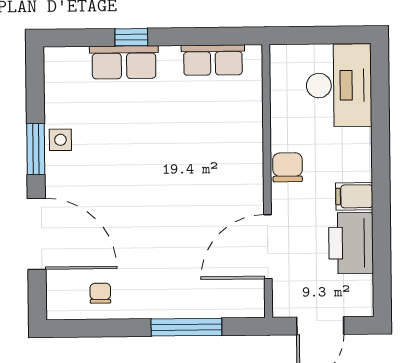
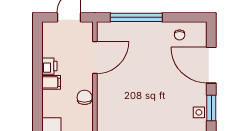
chair: (288, 167) -> (85, 97), turned 180
printer: (351, 243) -> (49, 66), width x0.53, depth x0.68
window: (186, 327) -> (136, 17), width x1.46

